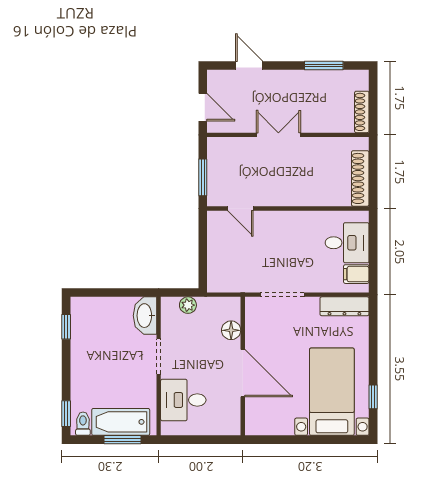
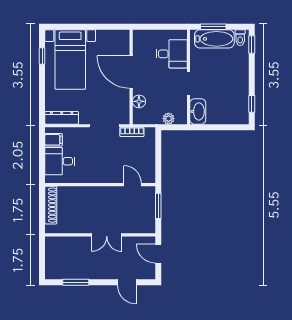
shoe rack: (362, 112) -> (50, 251), removed
bookcase: (241, 286) -> (132, 132), added

